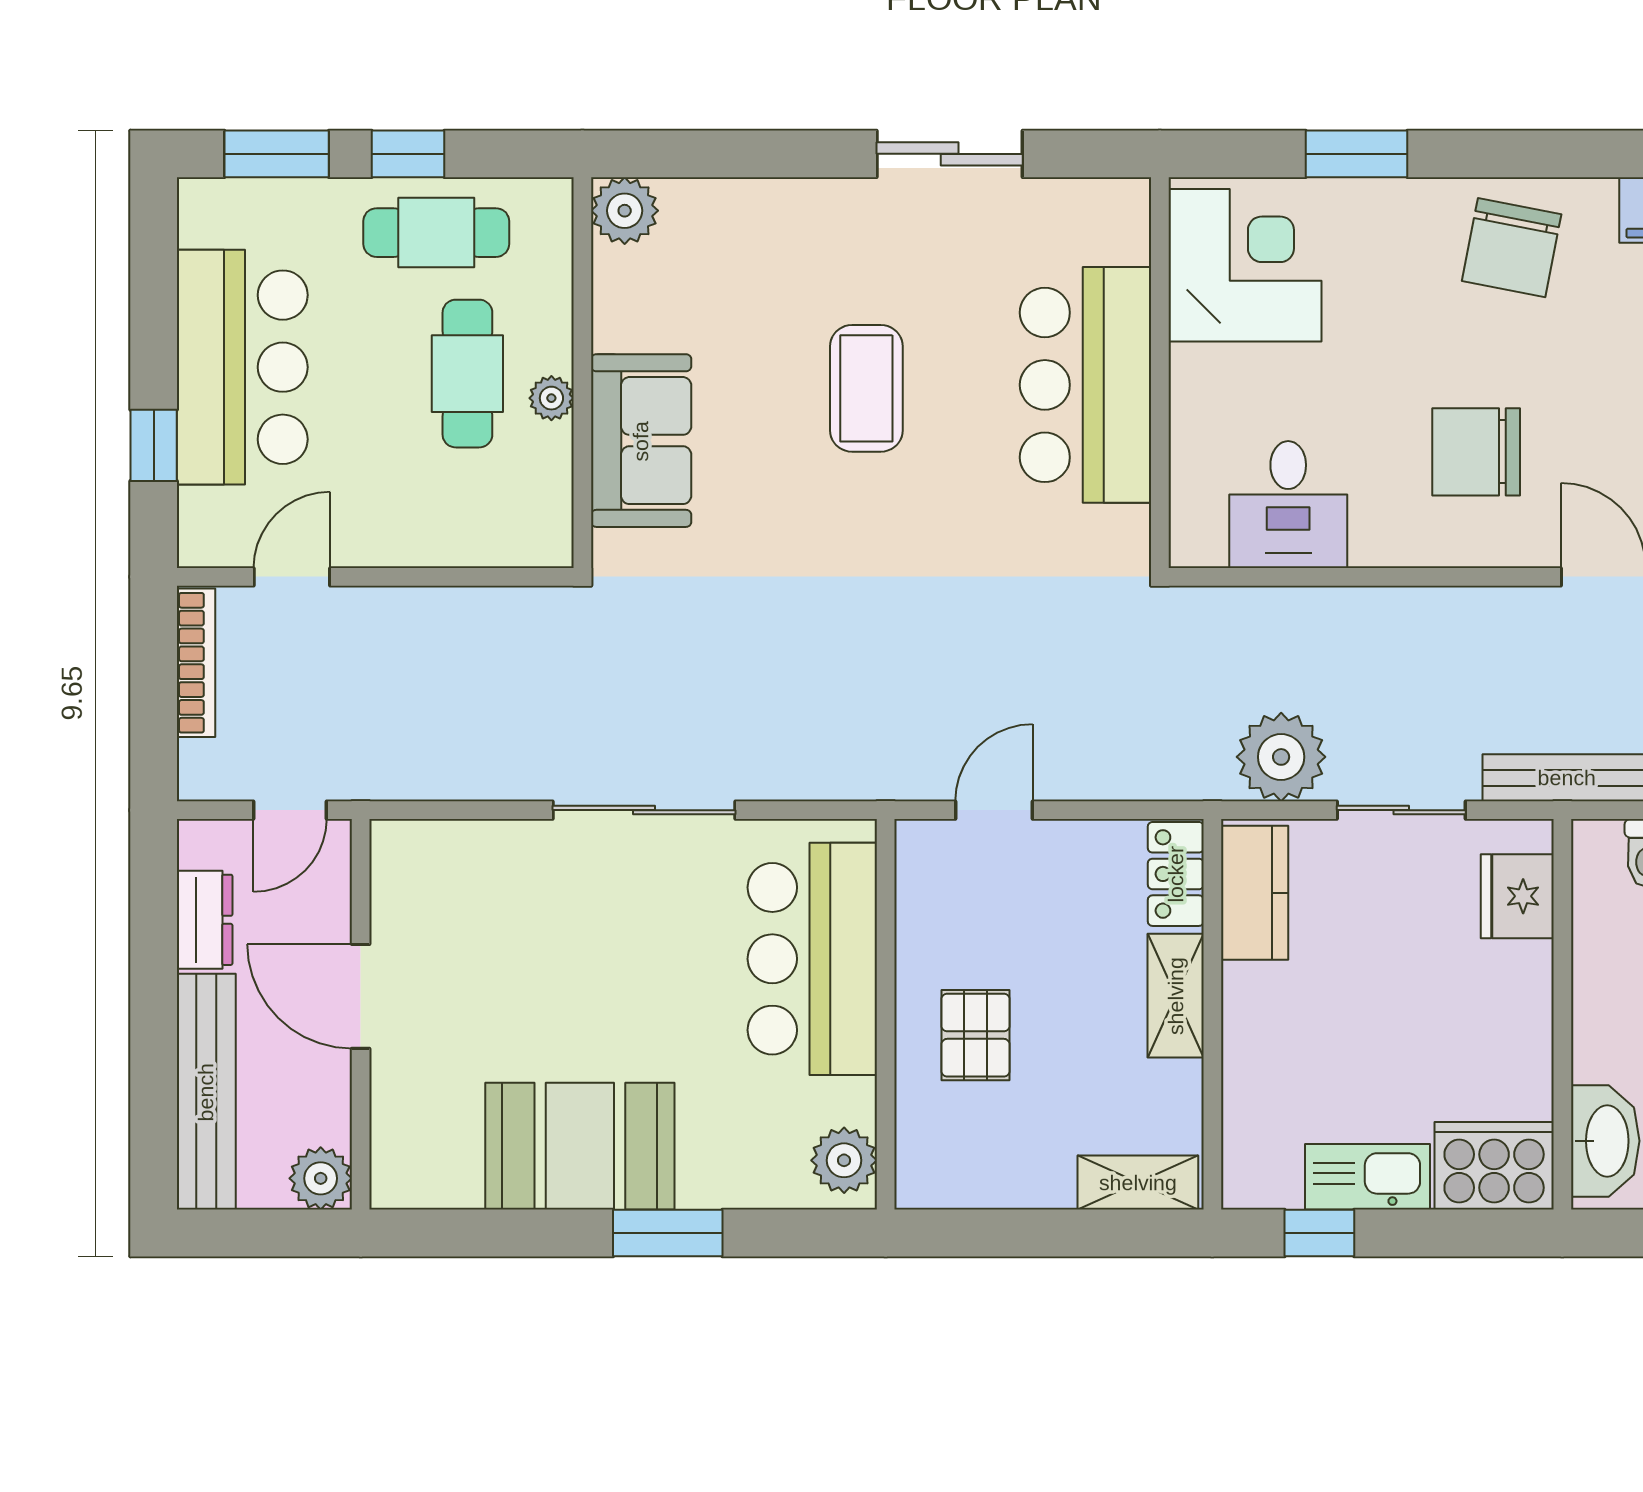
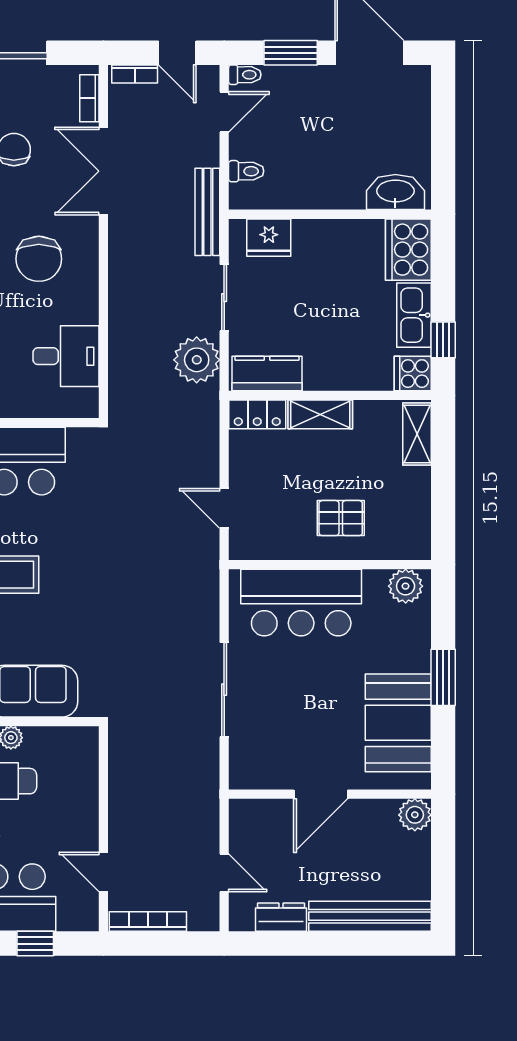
door: (361, 996) -> (321, 794), moved
wall: (361, 1014) -> (330, 794), moved
cooker: (1255, 1174) -> (413, 374), added
plant: (321, 1178) -> (415, 815), moved

